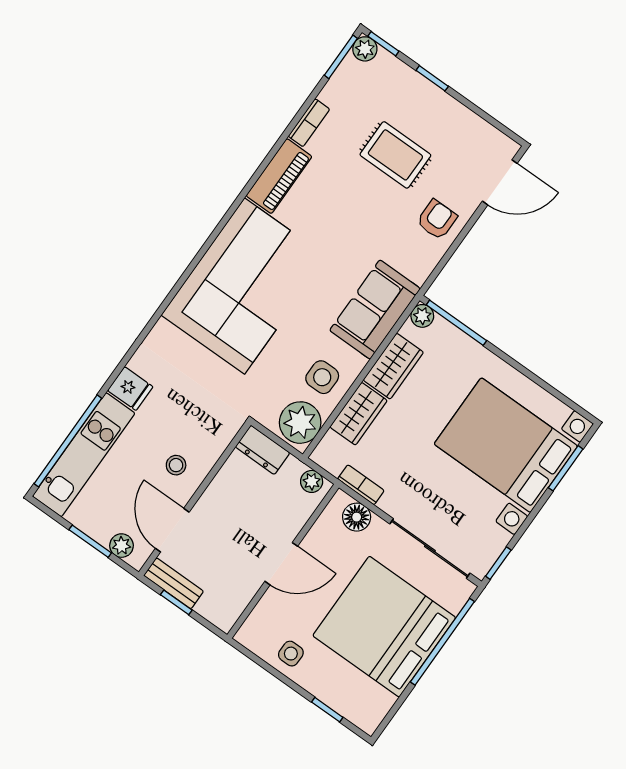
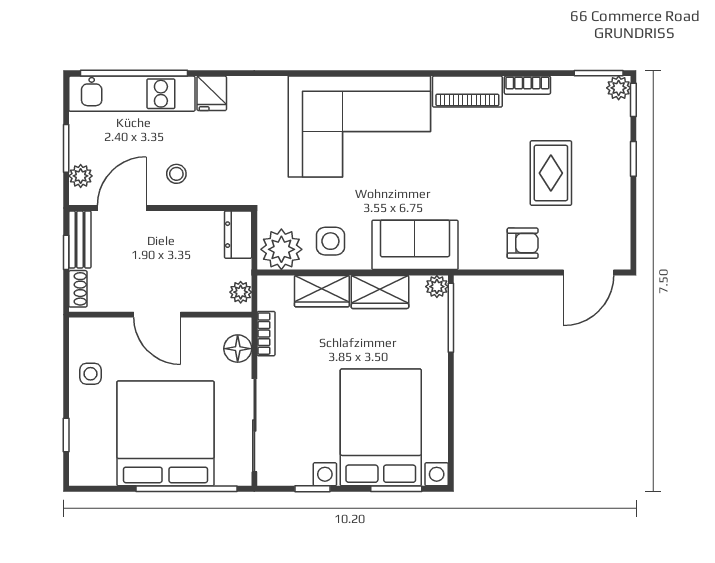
door: (500, 182) -> (588, 273), hinge flipped
window: (498, 563) -> (313, 489), moved
shoe rack: (213, 614) -> (78, 289), added

